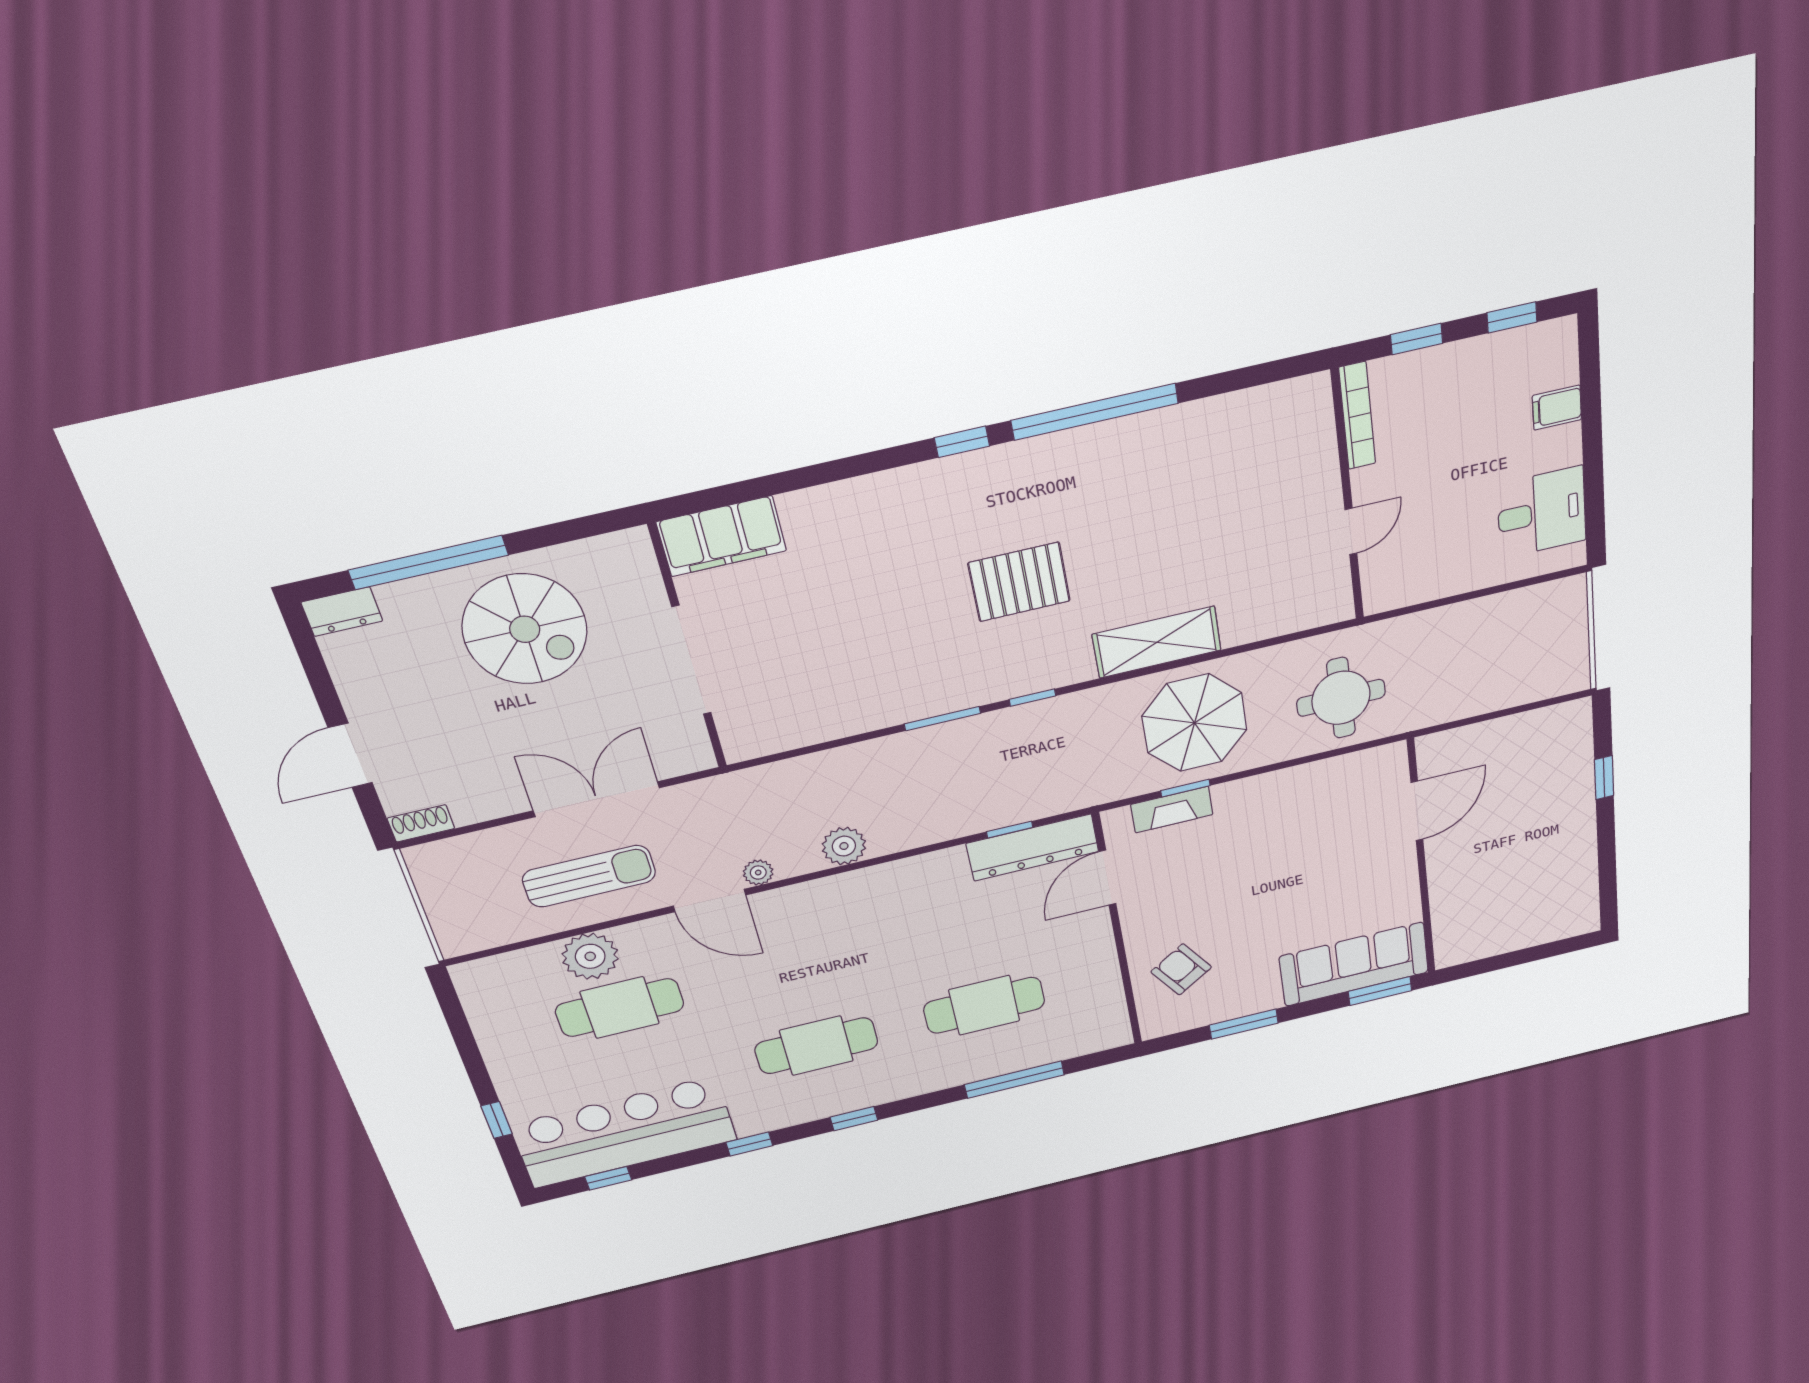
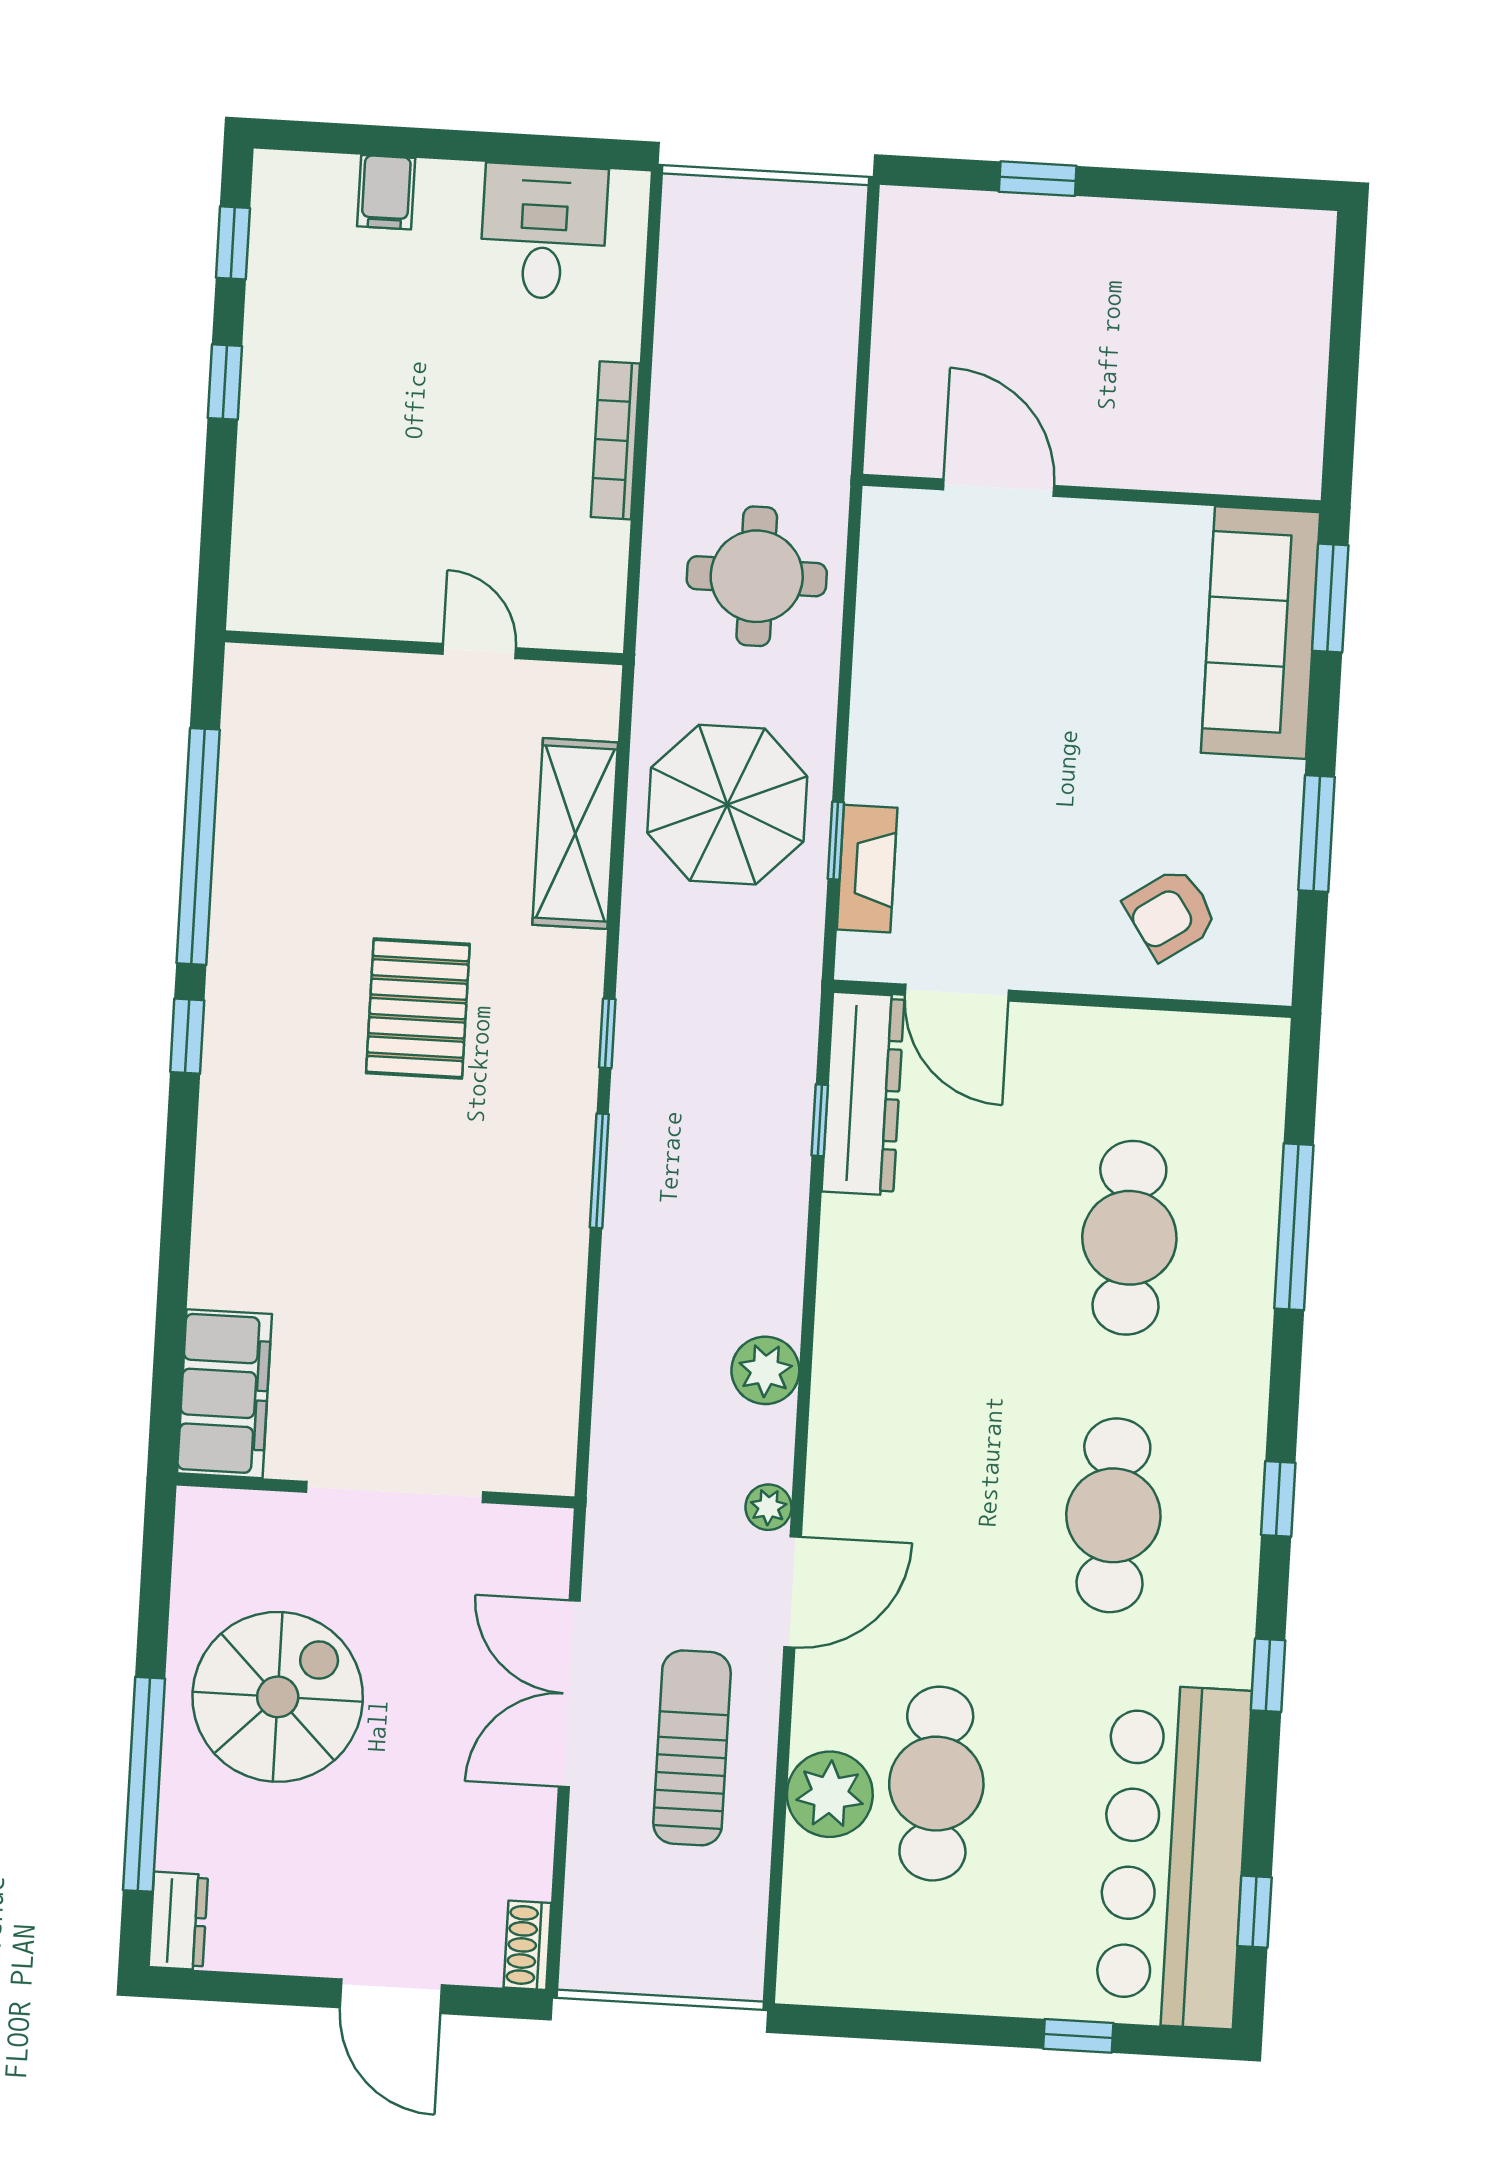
bookcase: (1357, 416) -> (615, 440), moved, turned -90
wall: (1347, 497) -> (424, 648), moved
door: (1351, 531) -> (479, 651), moved

